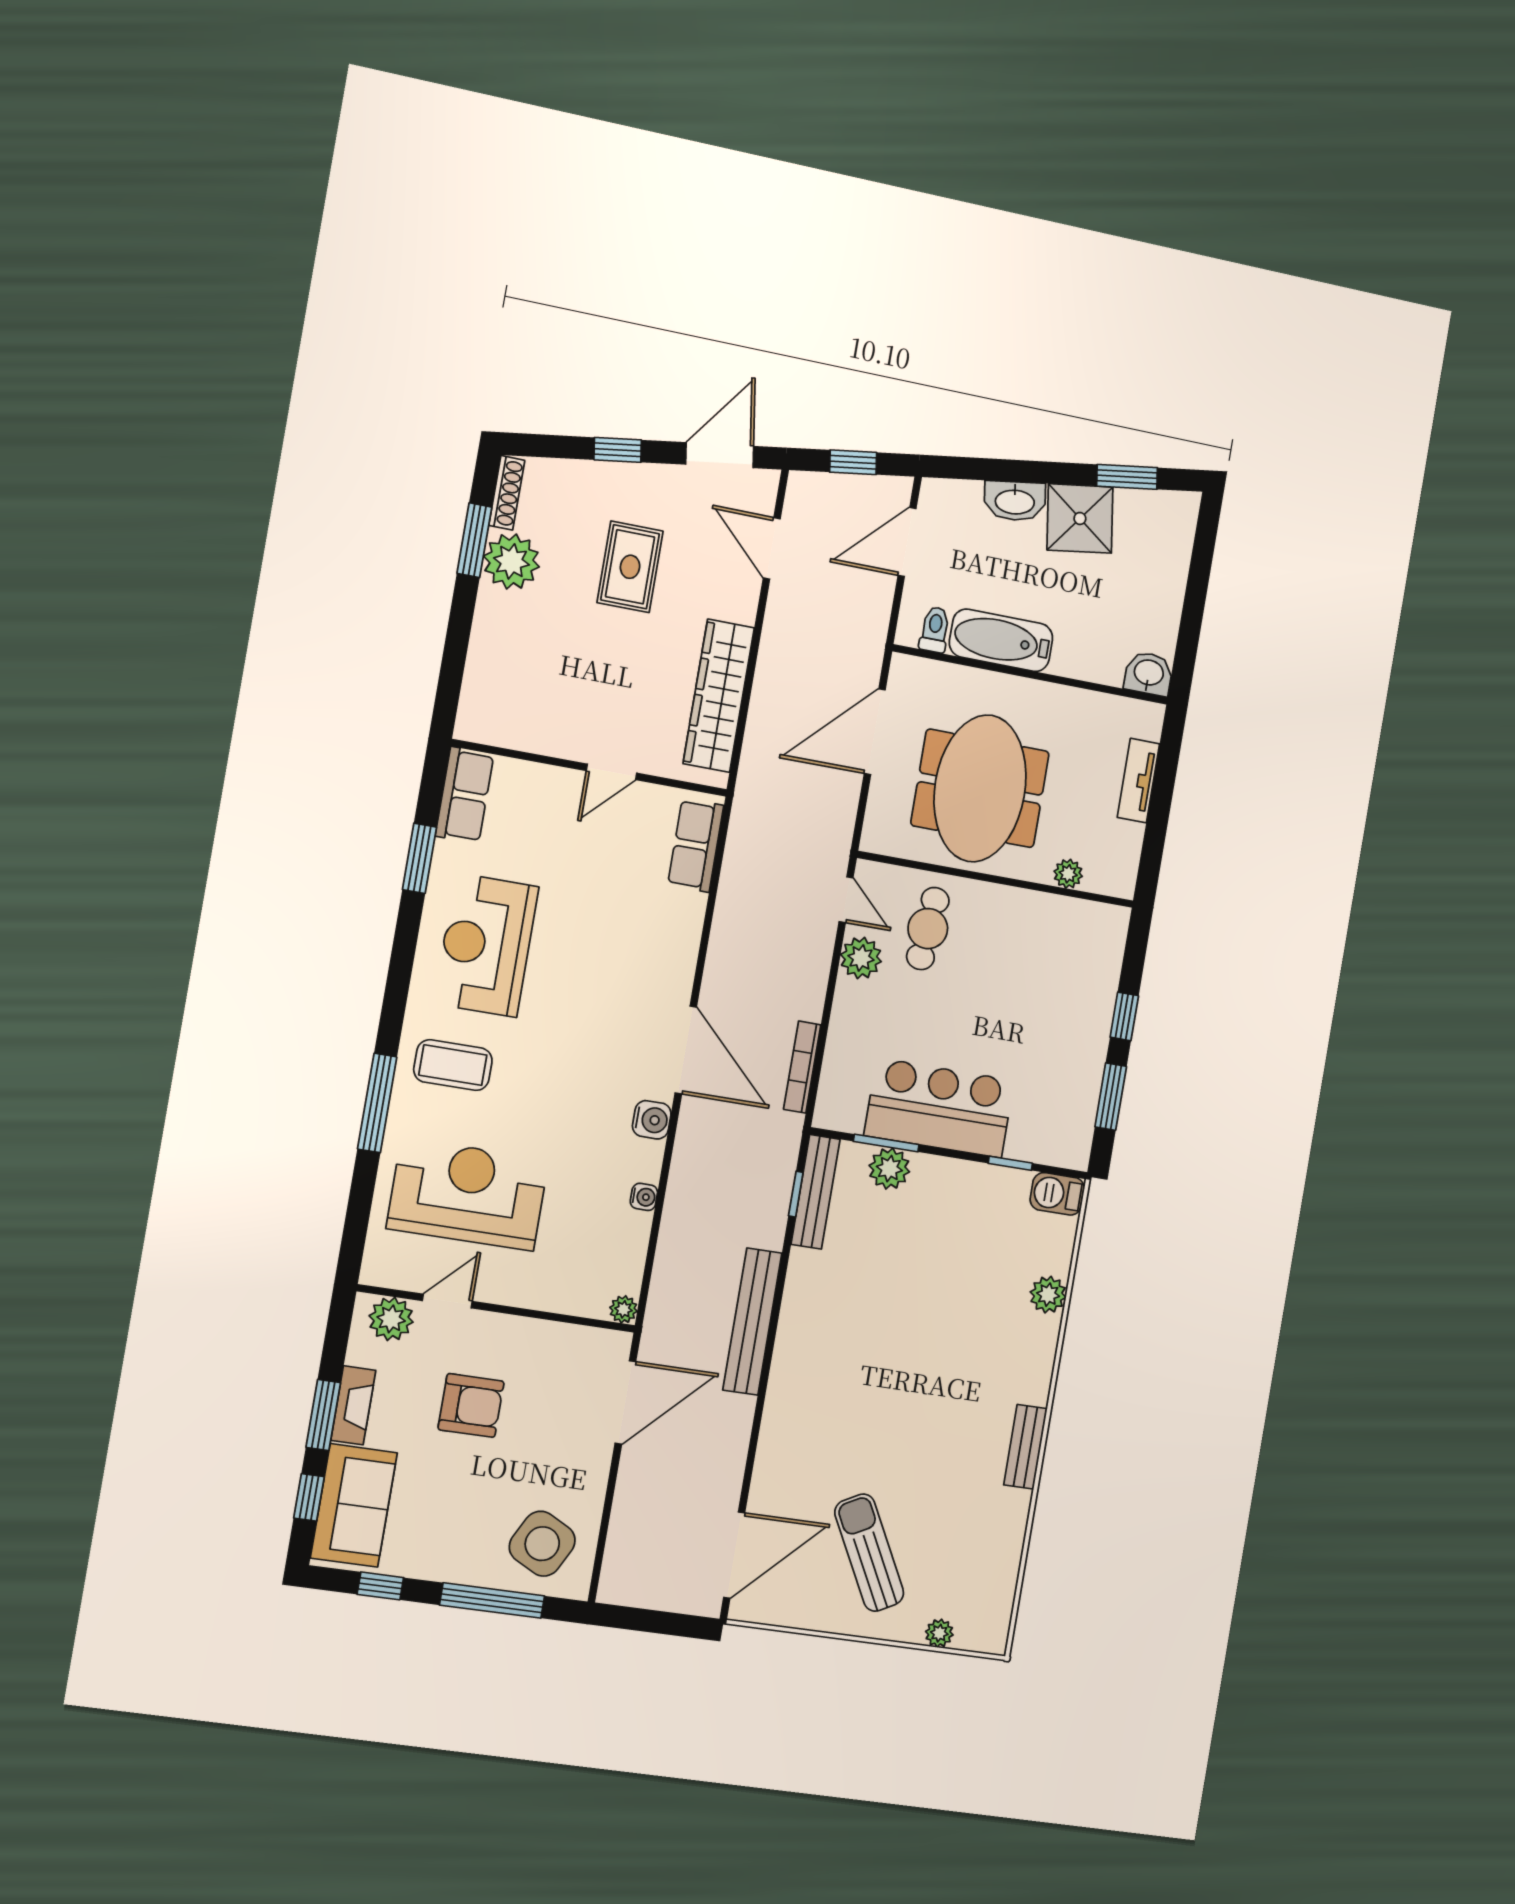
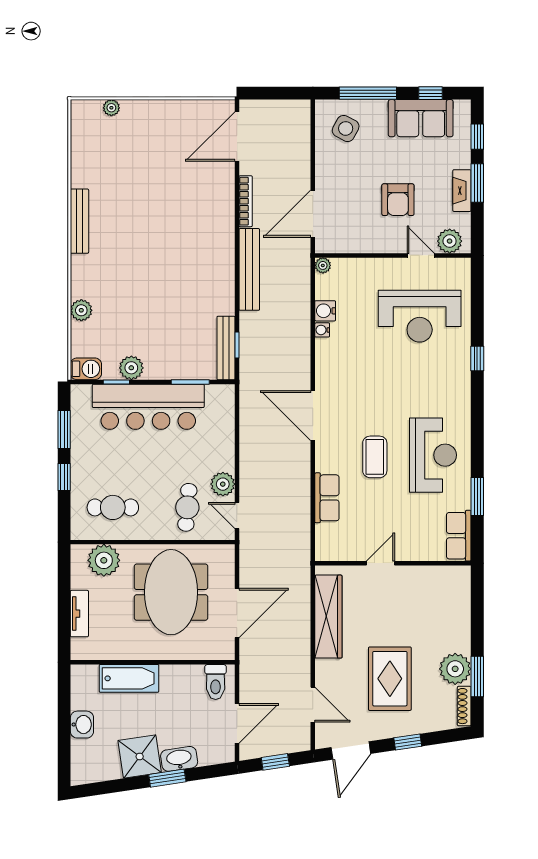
window: (1127, 477) -> (167, 778), moved
rug: (630, 567) -> (390, 679), width x1.36, depth x1.43
toilet: (935, 630) -> (216, 682), width x1.37, depth x1.39
bathtub: (1001, 640) -> (129, 678), moved
washbasin: (1149, 674) -> (82, 725), moved, turned -90
row of seats: (696, 845) -> (327, 498), moved
plant: (1068, 874) -> (104, 560), width x1.88, depth x1.88
cafe table: (1053, 951) -> (113, 507), added
coffee table: (453, 1065) -> (375, 457), moved, turned 90
bookcase: (802, 1067) -> (246, 201), moved
window: (377, 1103) -> (477, 359), width x0.46
bar counter: (939, 1108) -> (148, 407), width x1.36
water cooler: (652, 1120) -> (325, 311), moved
plant: (889, 1169) -> (131, 368), moved
door: (447, 1301) -> (421, 255), swing flipped
armchair: (471, 1405) -> (398, 200), turned -90
bench: (1025, 1447) -> (79, 221), width x1.36
sofa: (354, 1505) -> (421, 118), moved, turned -90
side table: (542, 1544) -> (346, 128), width x0.73, depth x0.73
sun lounger: (869, 1553) -> (160, 148), removed

